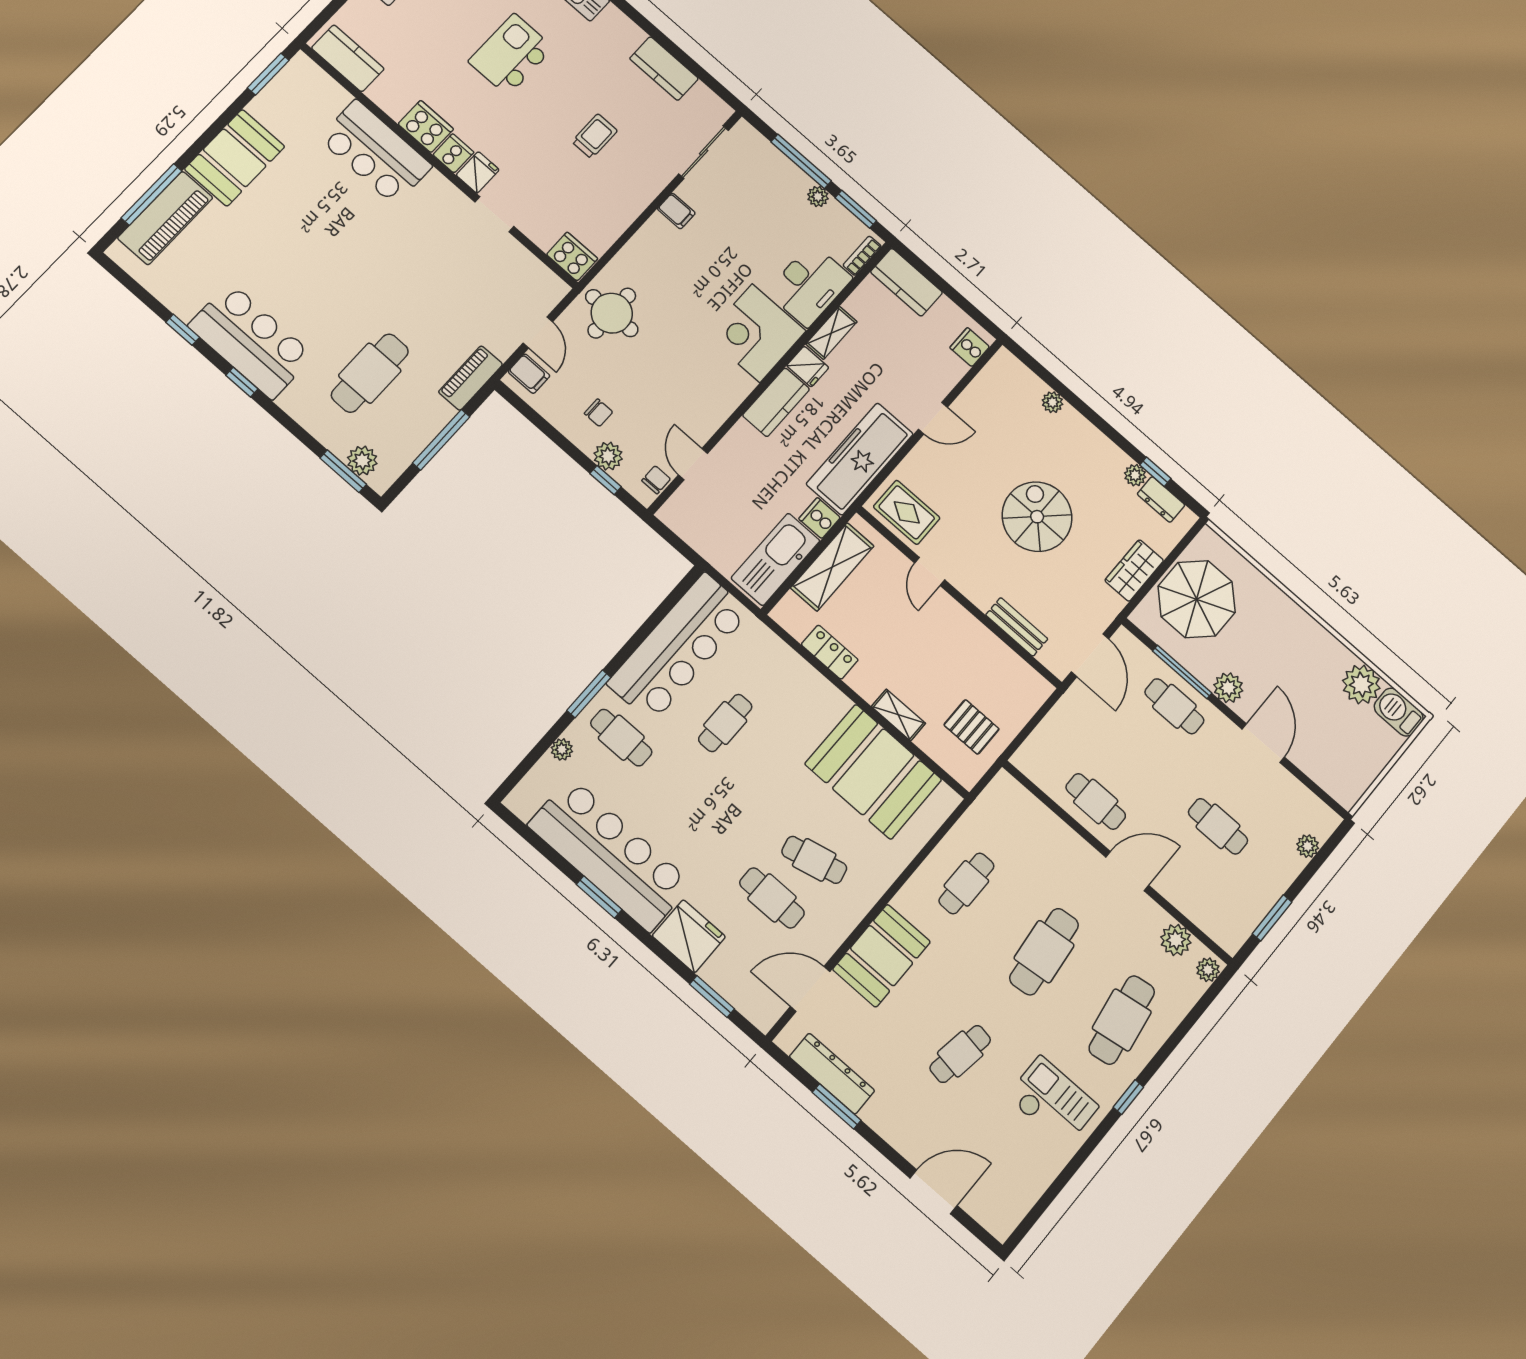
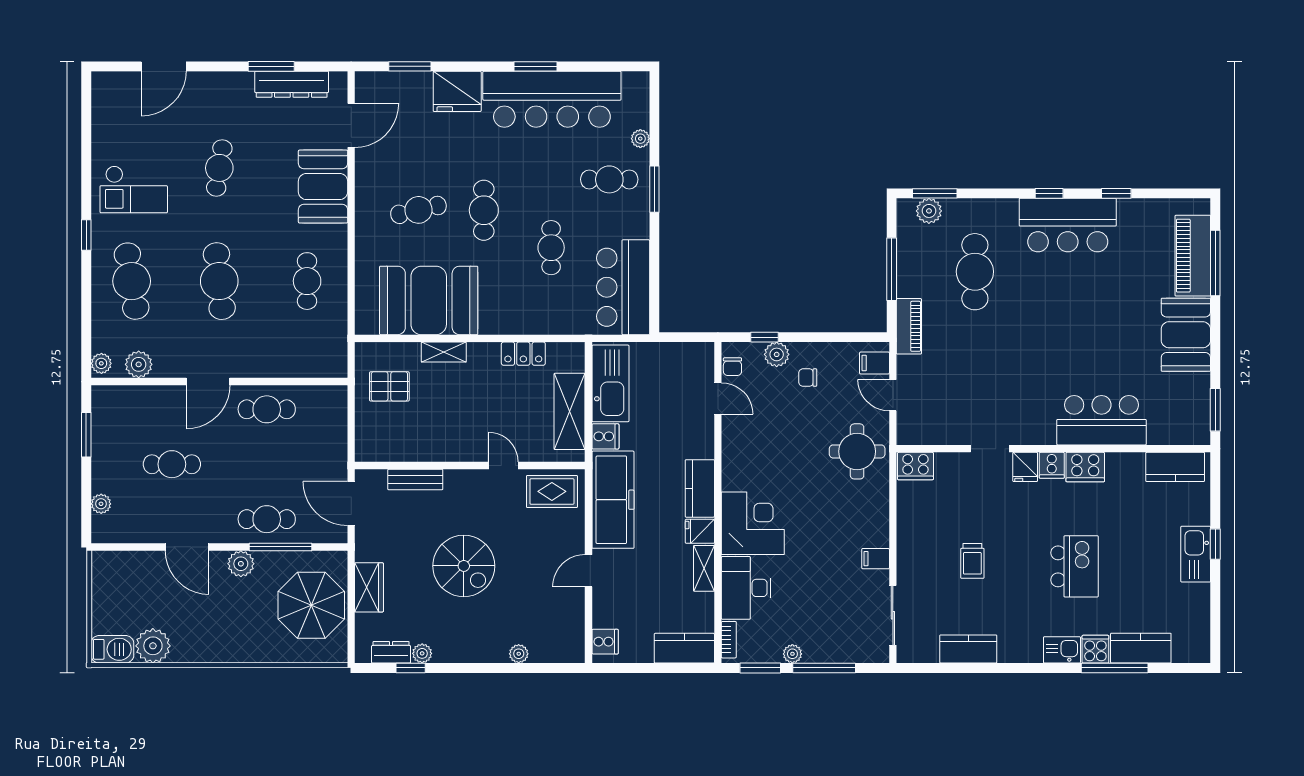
bar counter: (679, 647) -> (623, 287), width x0.73
cafe table: (772, 898) -> (484, 210), moved, turned 90

